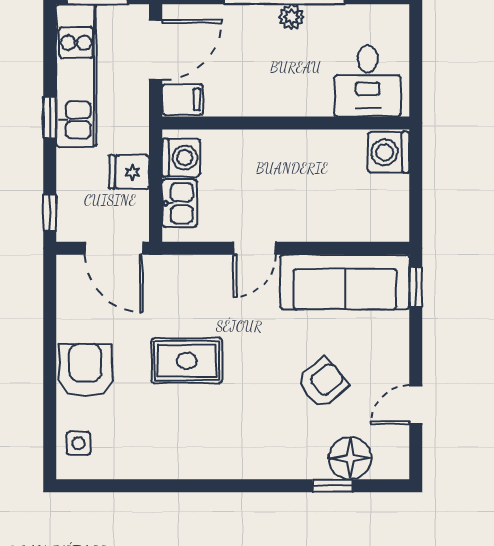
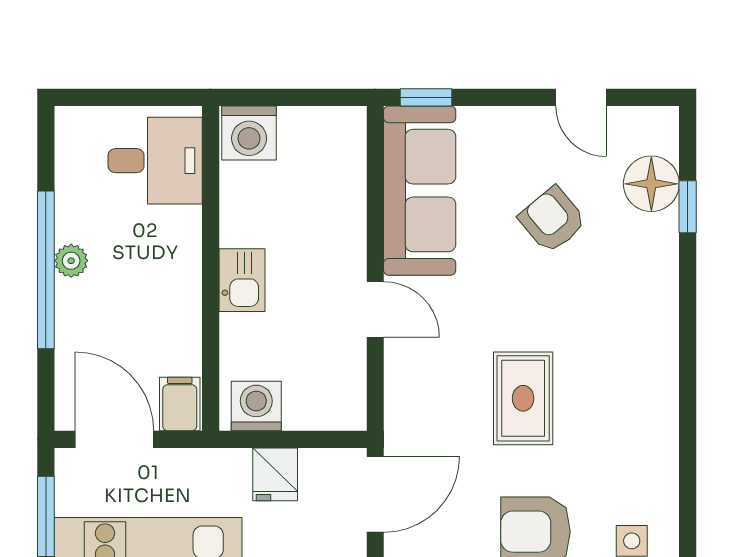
kitchen sink: (179, 203) -> (242, 280), moved, turned 90

